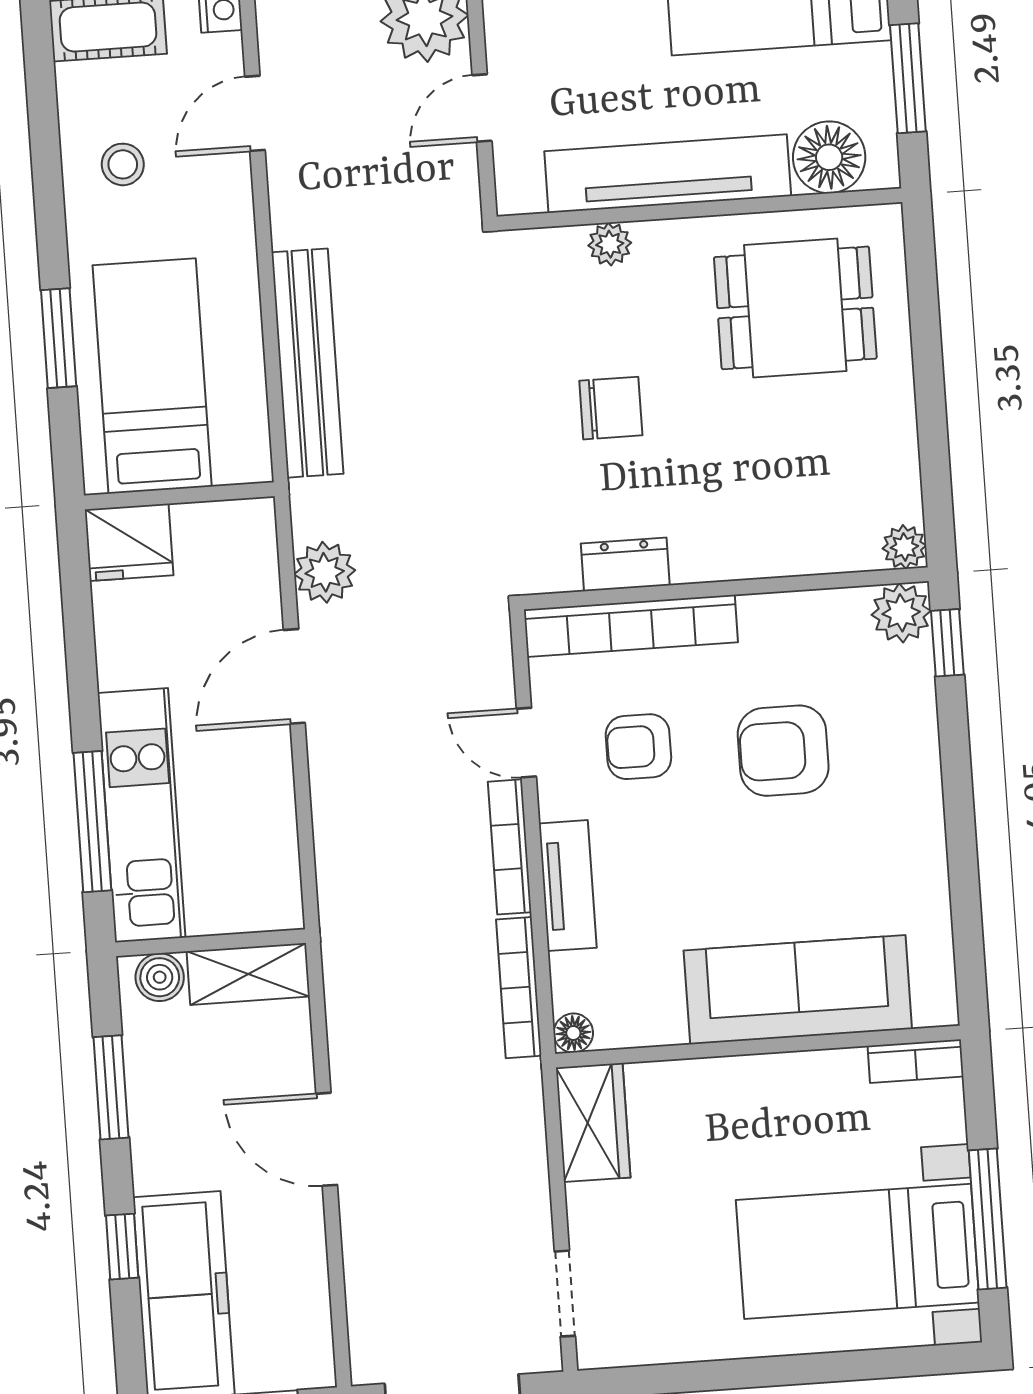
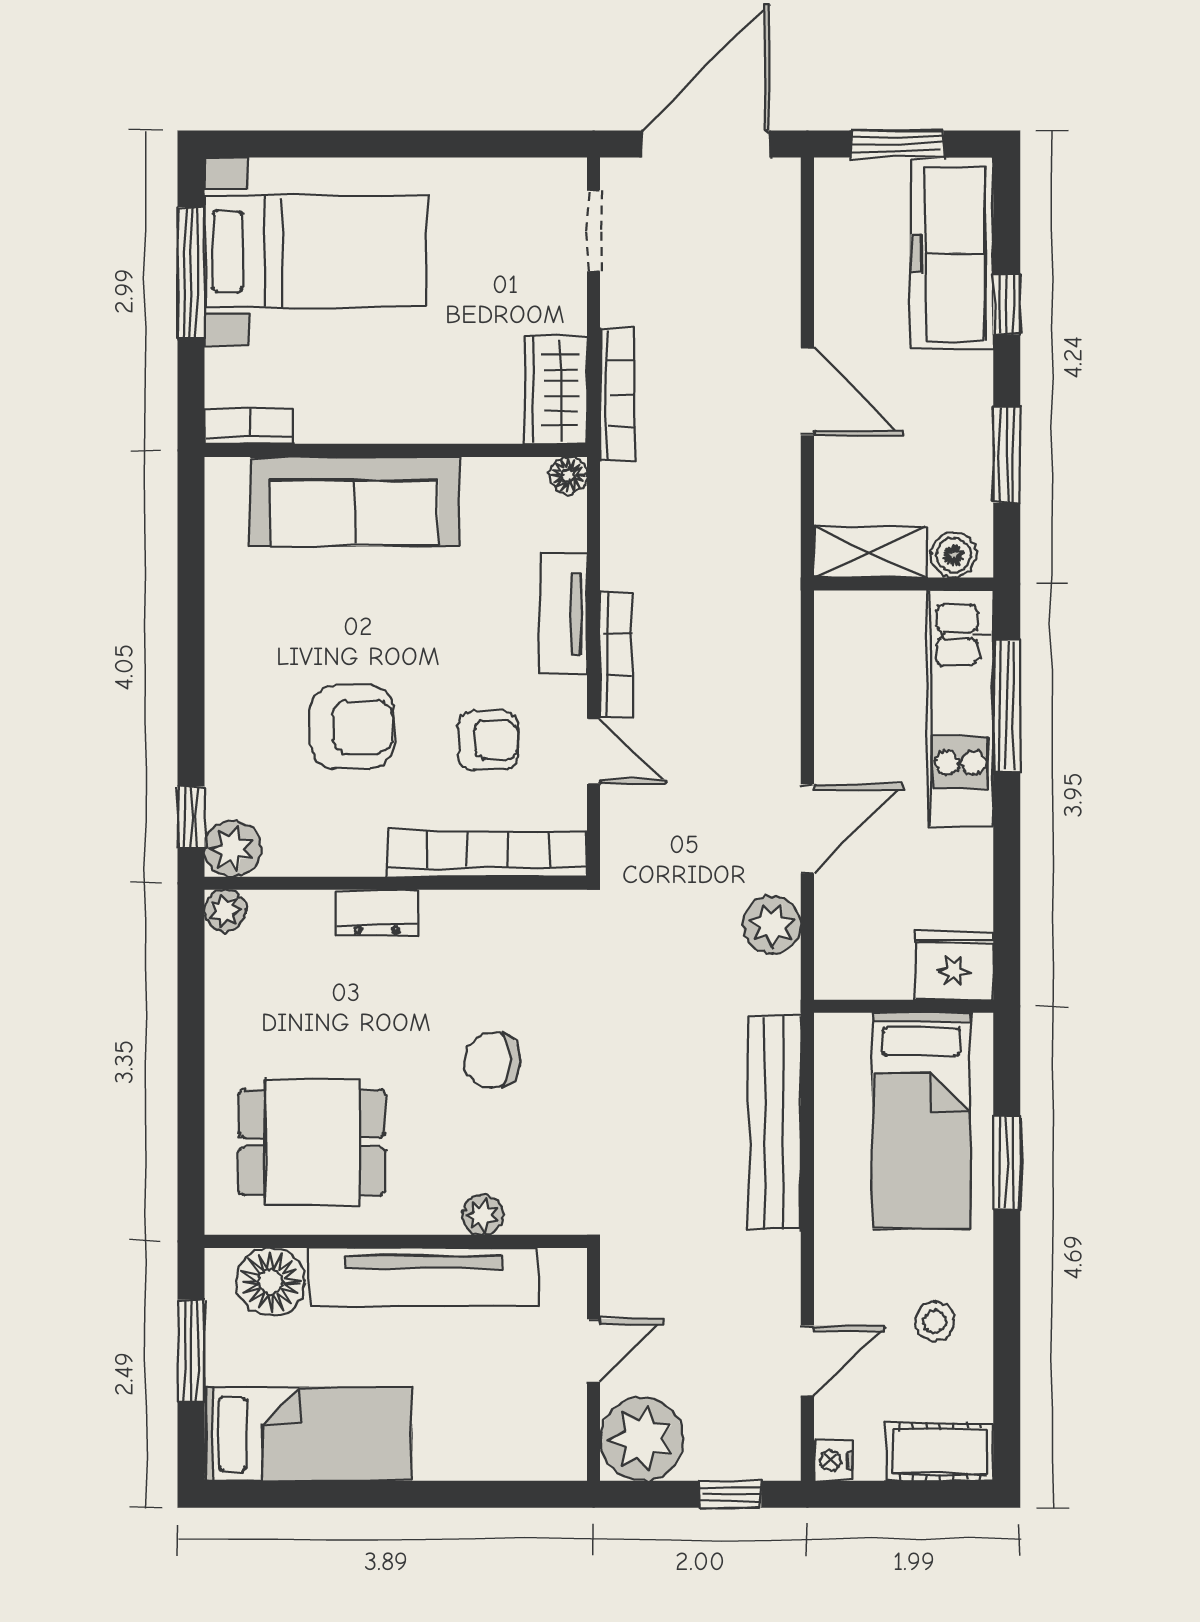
dresser: (625, 564) -> (377, 912), moved
bookcase: (519, 988) -> (617, 394), moved

